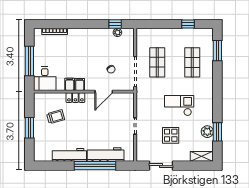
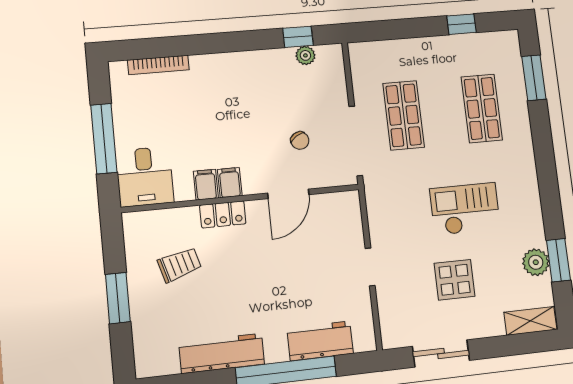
workbench: (106, 154) -> (320, 341), width x0.73

